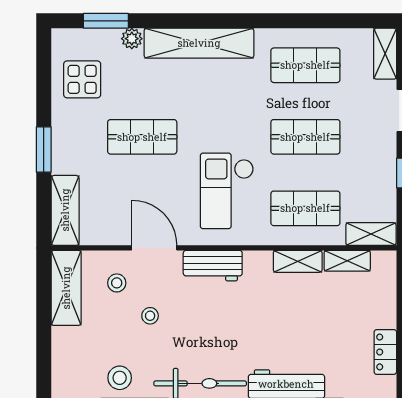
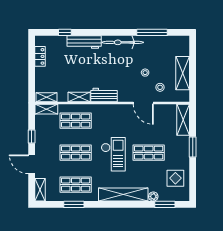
window: (309, 21) -> (74, 204), added
checkout: (227, 191) -> (113, 154), moved
shelving: (347, 261) -> (46, 97), moved
workbench: (213, 266) -> (104, 95), moved
shelving: (66, 288) -> (183, 73), moved
stool: (120, 378) -> (159, 45), removed

